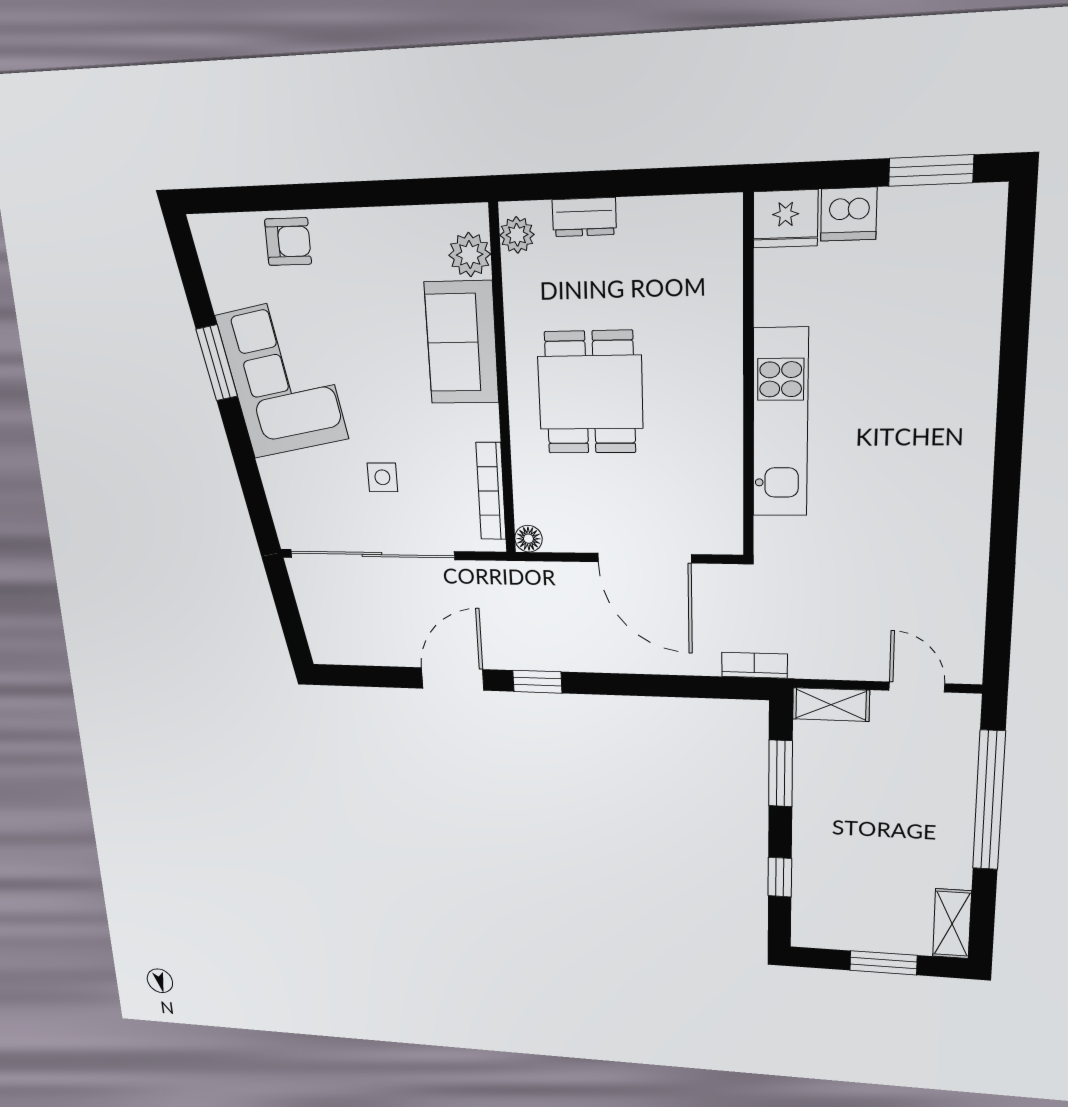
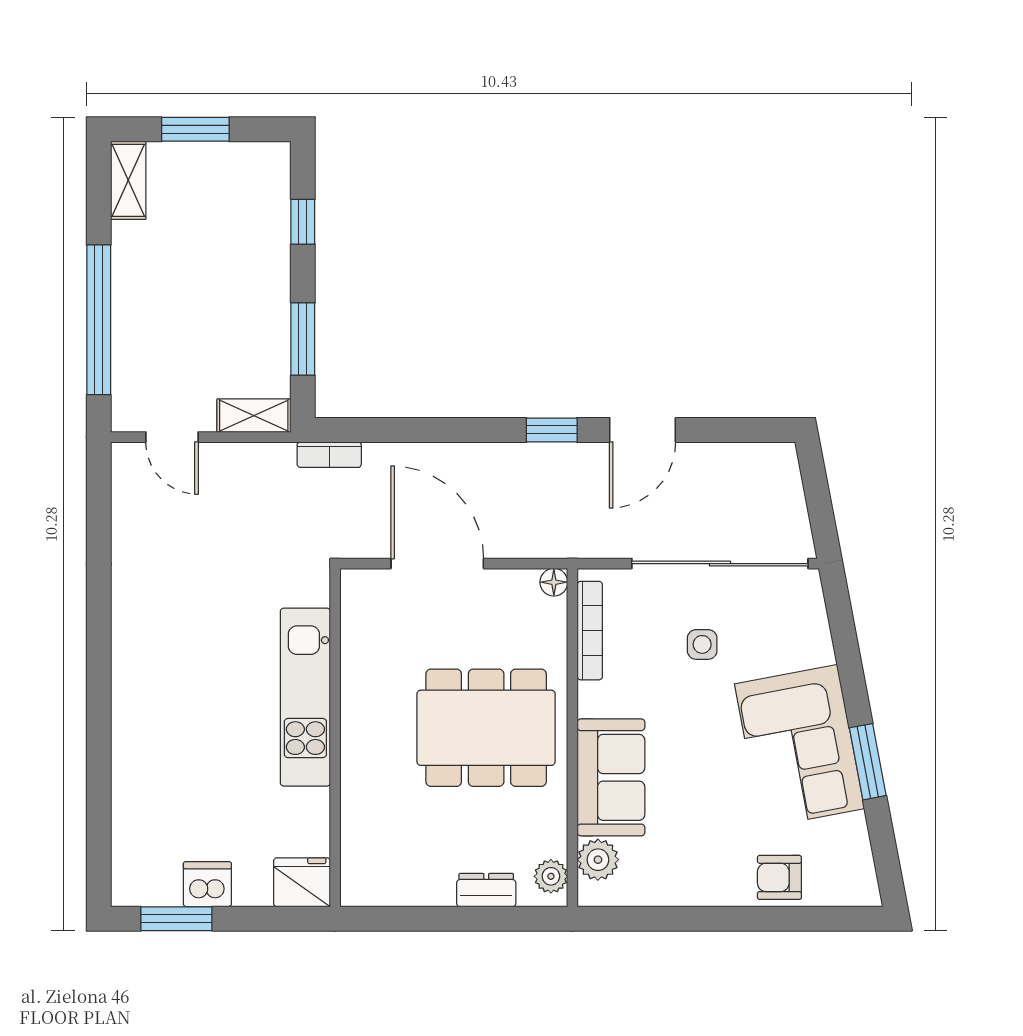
dishwasher: (849, 214) -> (207, 884), moved
dining table: (590, 392) -> (486, 728), width x1.38

